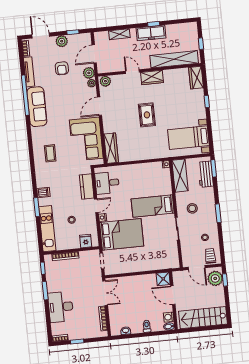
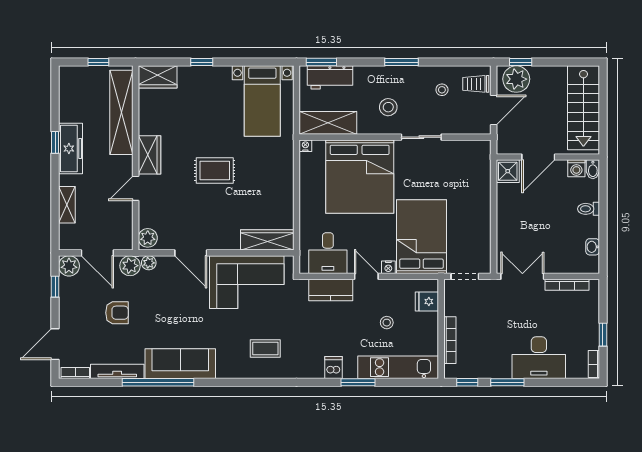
plant: (62, 41) -> (69, 266), moved
bed: (153, 206) -> (360, 177), width x2.04

